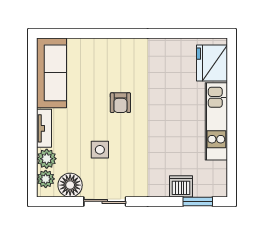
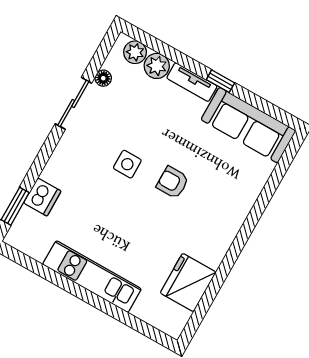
fridge: (212, 63) -> (188, 283), moved, turned -90
window: (32, 109) -> (220, 81), added
side table: (100, 150) -> (127, 164), moved
floor lamp: (70, 185) -> (103, 78), width x0.53, depth x0.53

